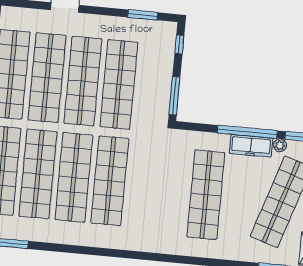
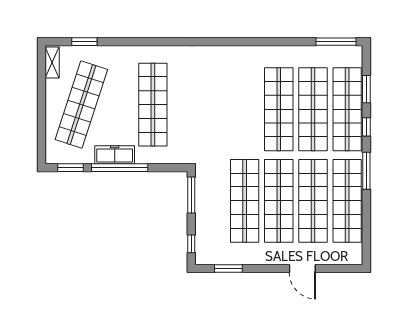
plant: (280, 145) -> (88, 158), removed
shop shelf: (110, 181) -> (245, 109), removed

